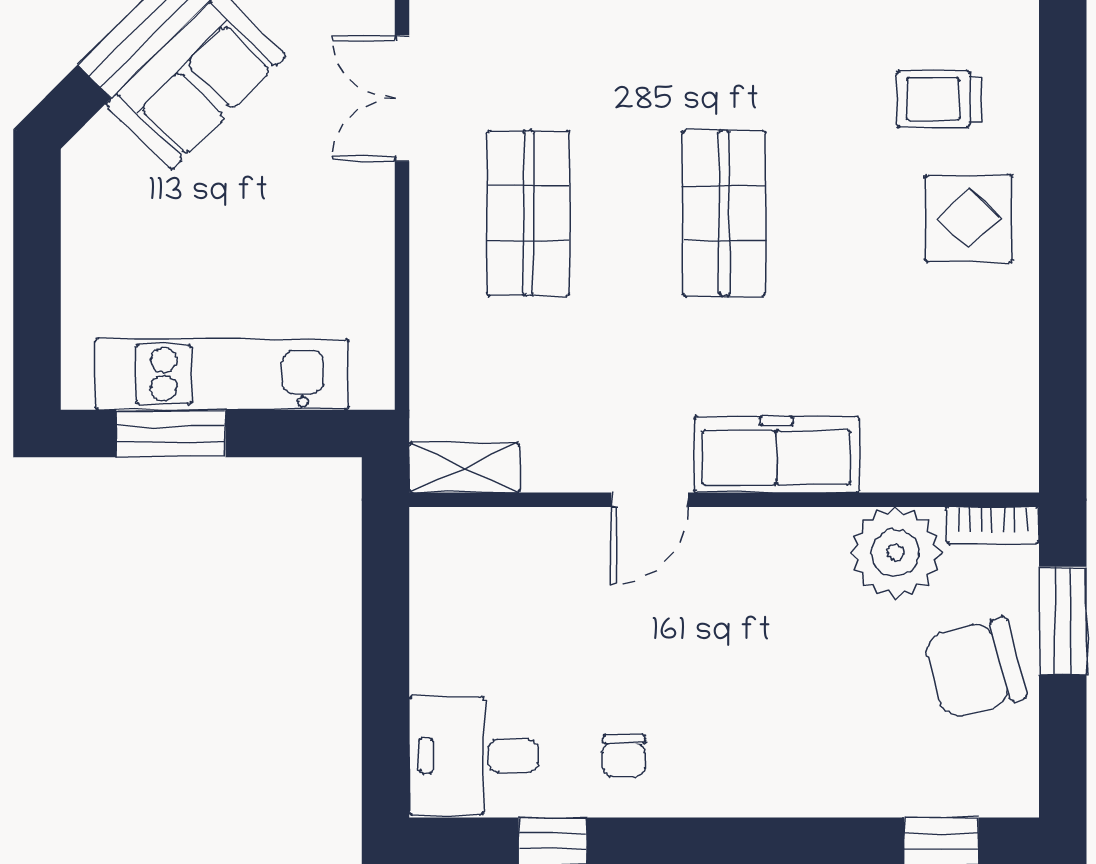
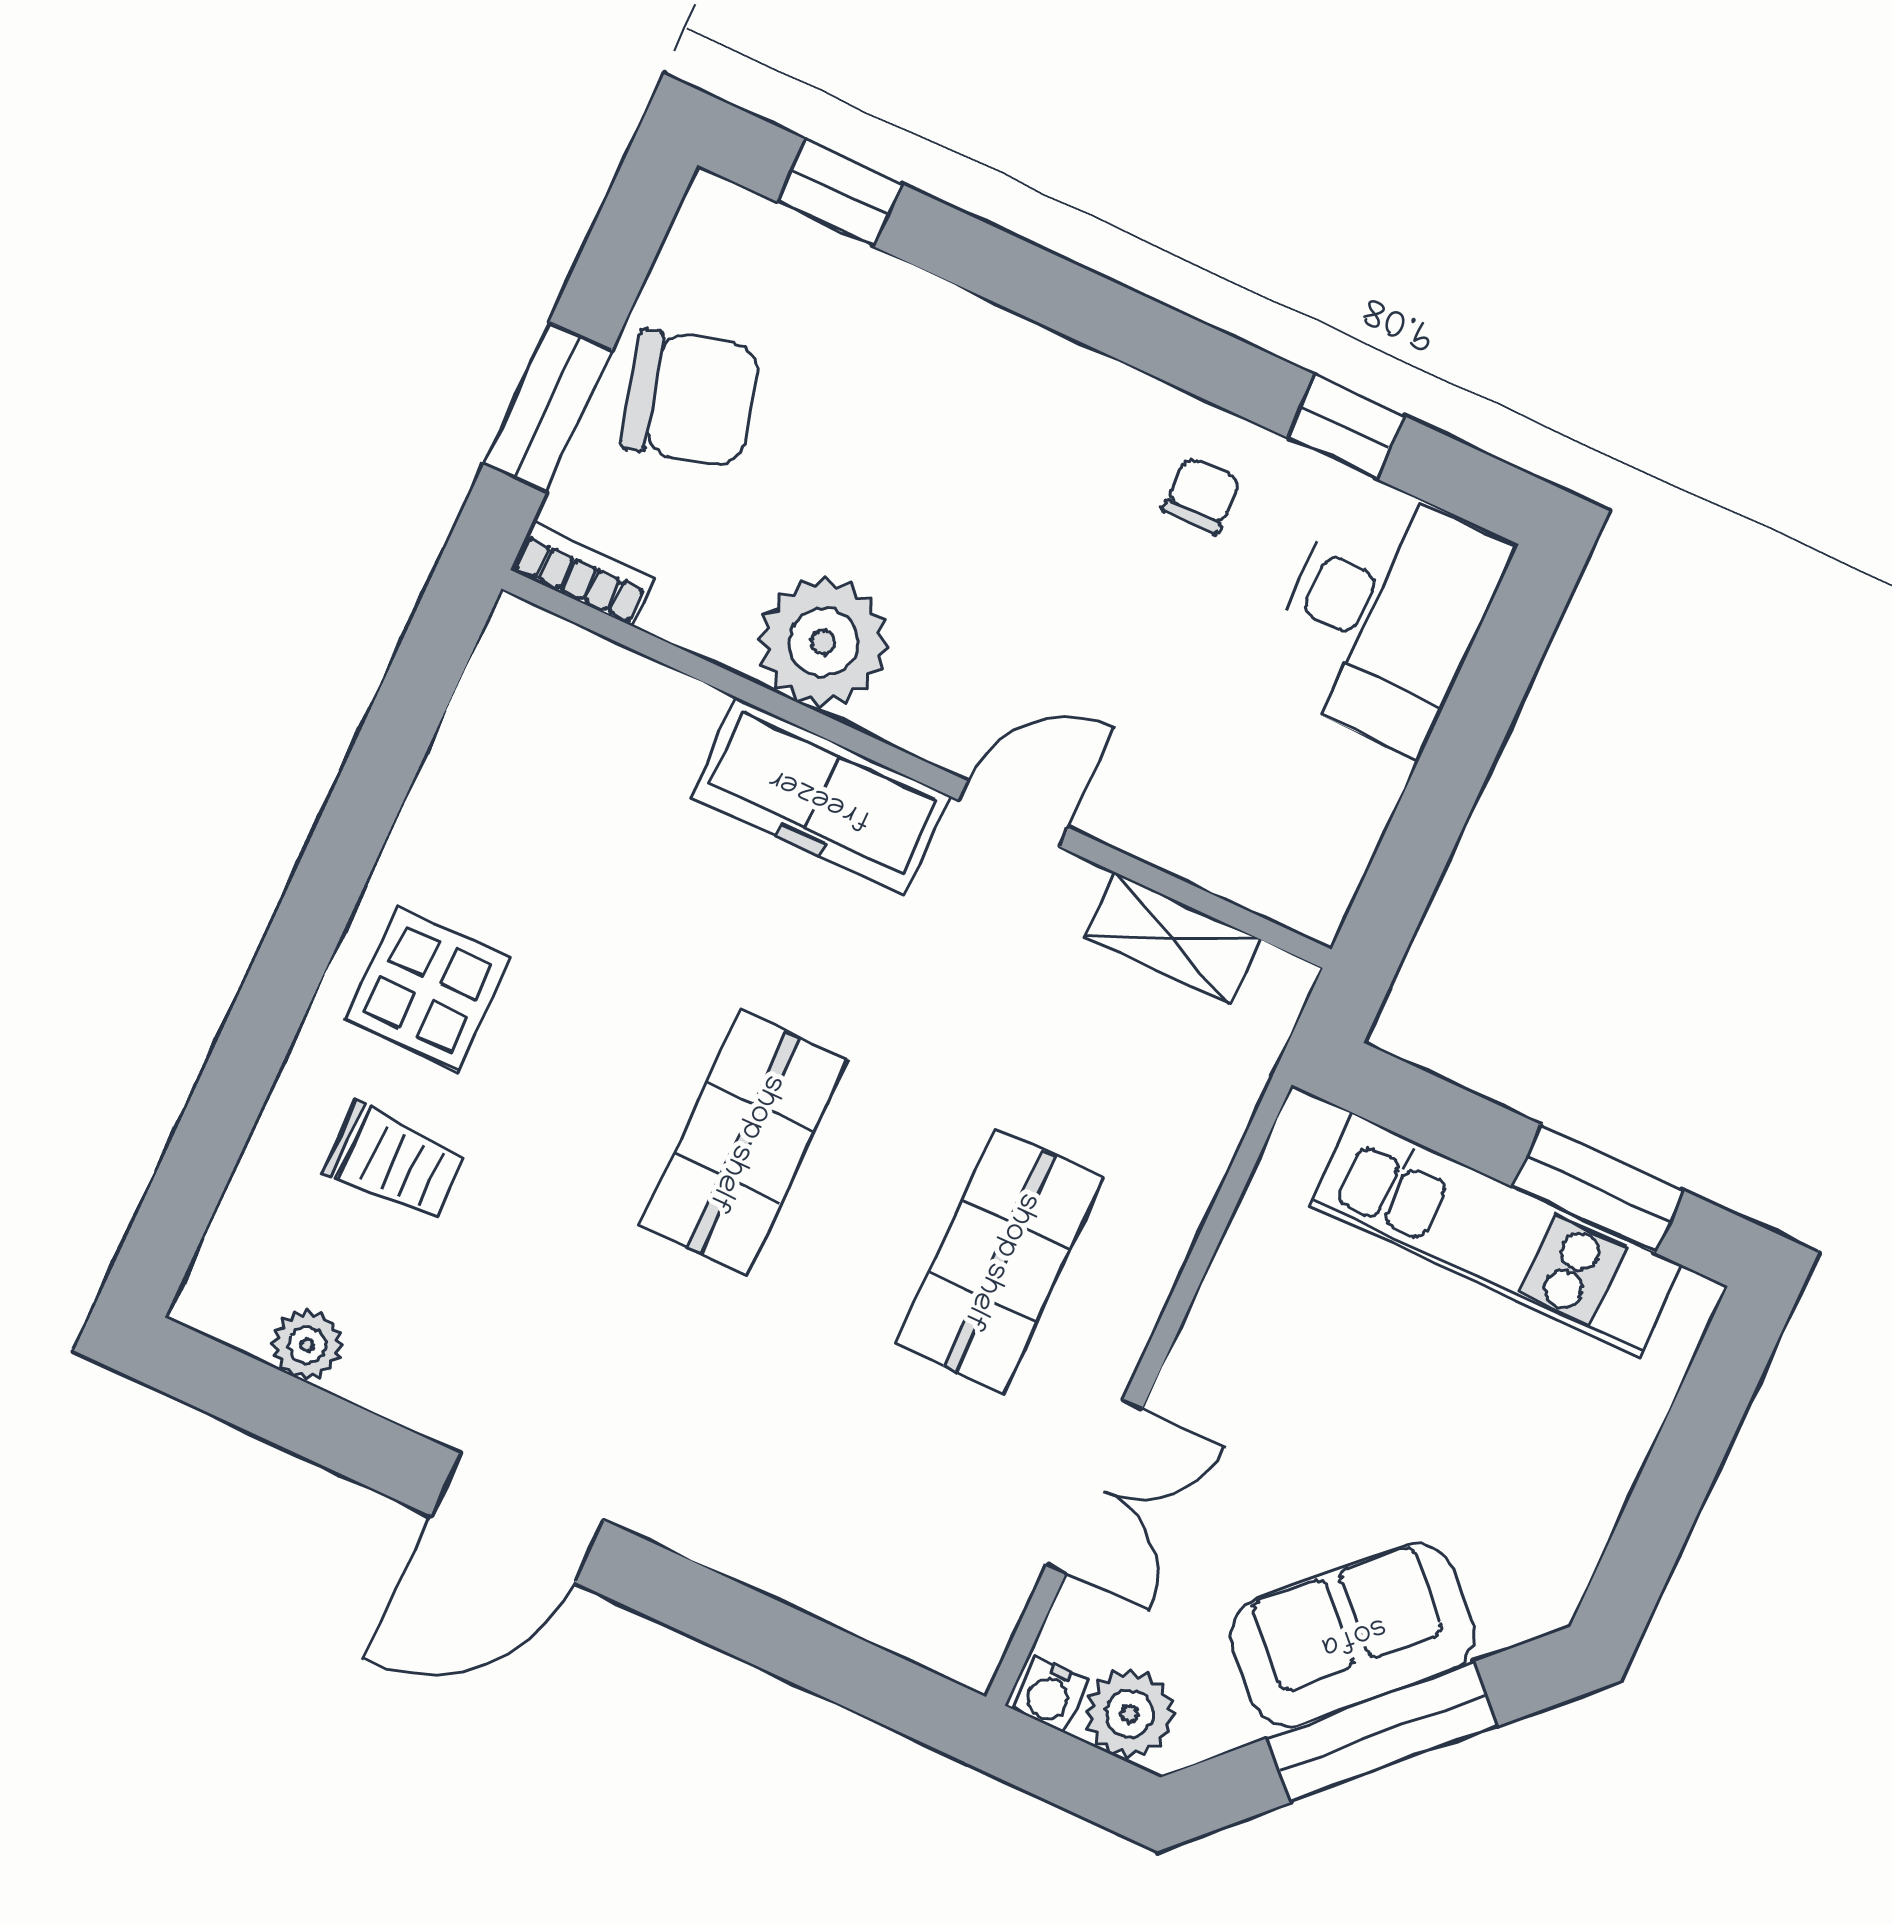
shelving: (465, 468) -> (1172, 938), moved
plant: (895, 553) -> (823, 642), moved
desk: (473, 756) -> (1384, 615), width x1.37

